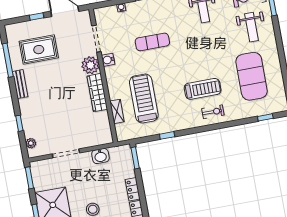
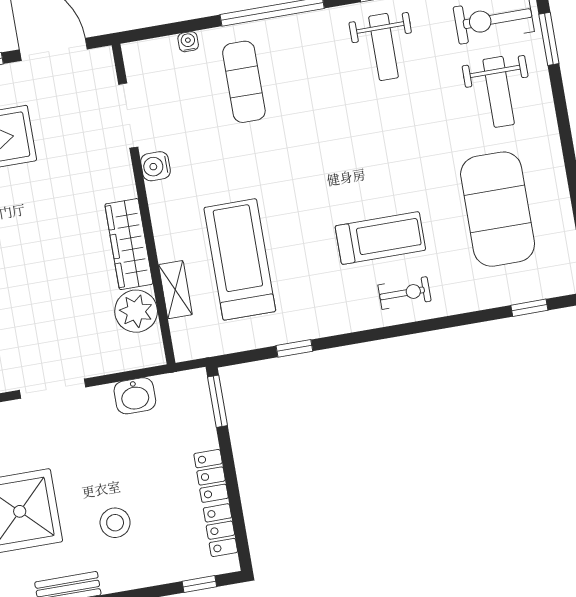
exercise mat: (152, 42) -> (244, 82), moved, turned 90
plant: (90, 65) -> (136, 311), moved

